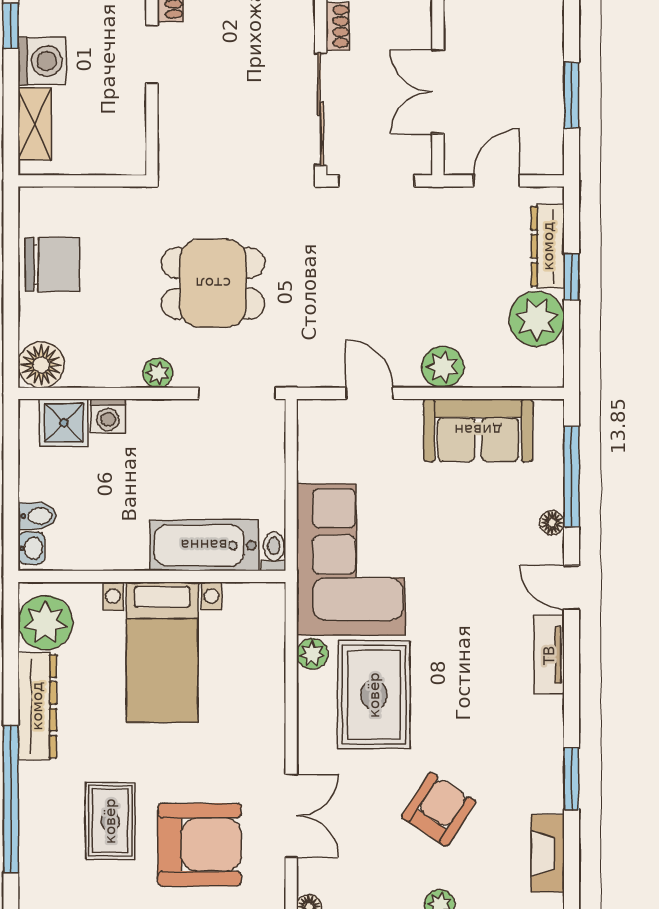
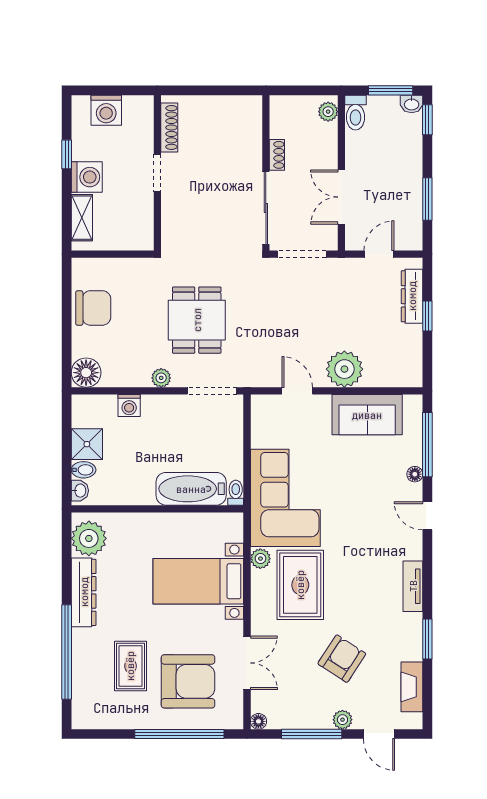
dining table: (213, 283) -> (197, 320), turned 90
plant: (537, 319) -> (405, 343), removed
plant: (443, 367) -> (344, 369), width x1.36, depth x1.36
shower: (64, 423) -> (87, 444), moved
bed with nightstands: (162, 652) -> (198, 581), moved, turned 90
tv unit: (549, 655) -> (413, 586), moved

